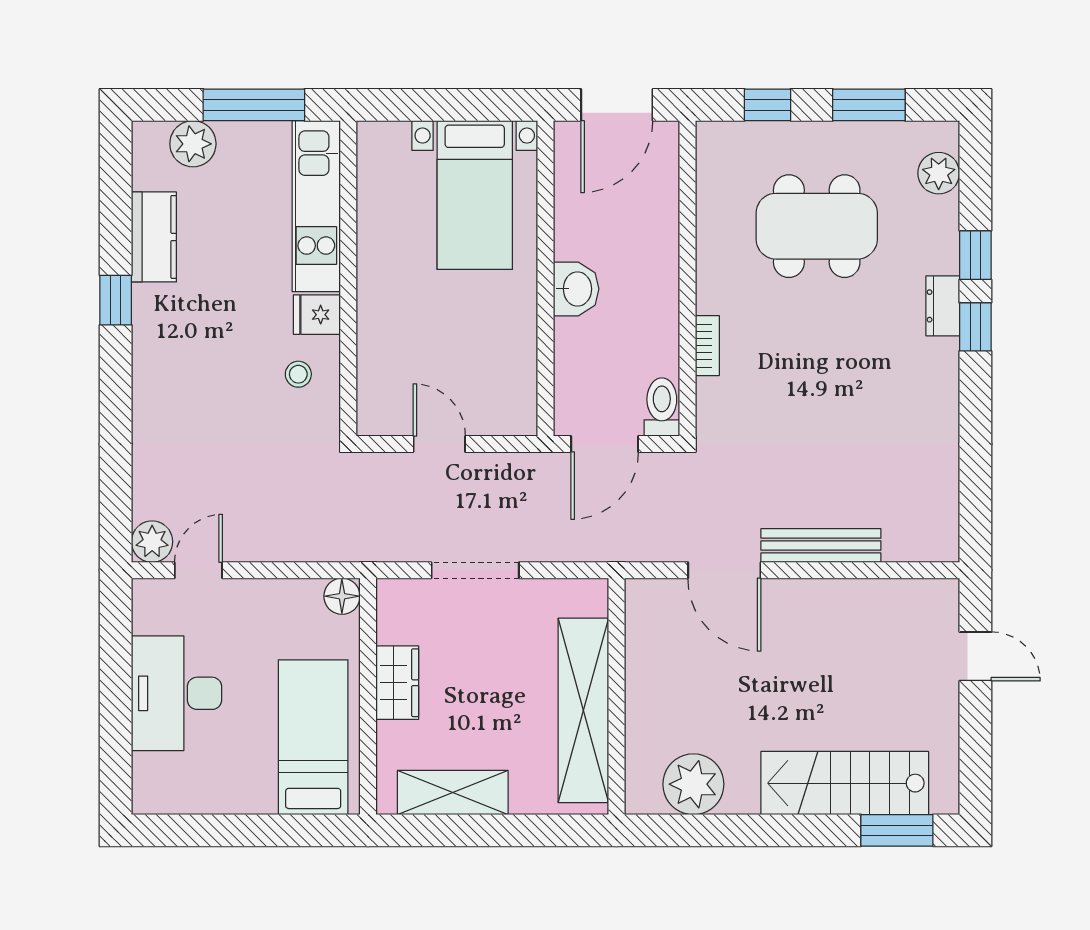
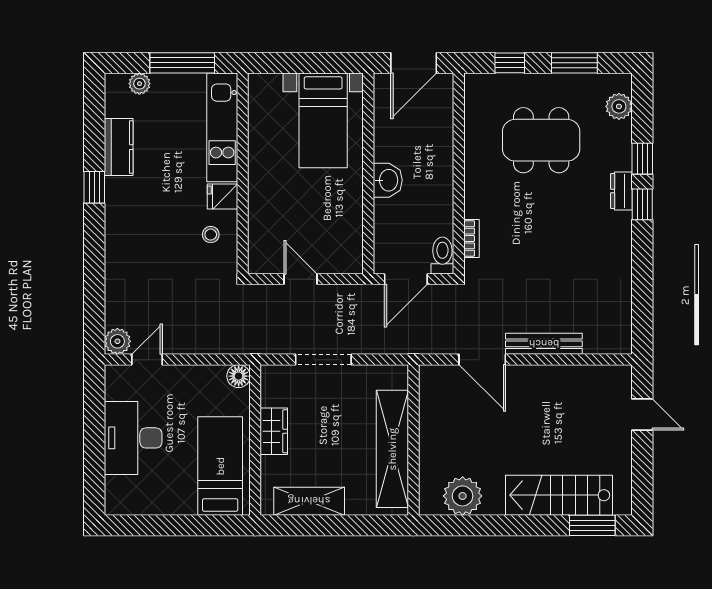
plant: (193, 144) -> (139, 84), width x0.73, depth x0.73
bookcase: (707, 346) -> (471, 239), moved

